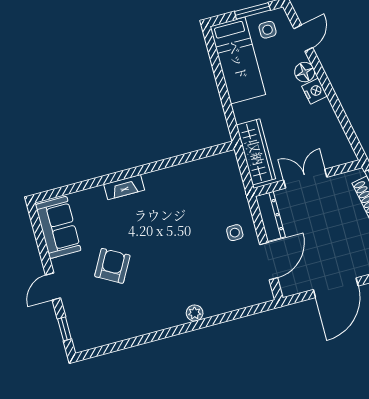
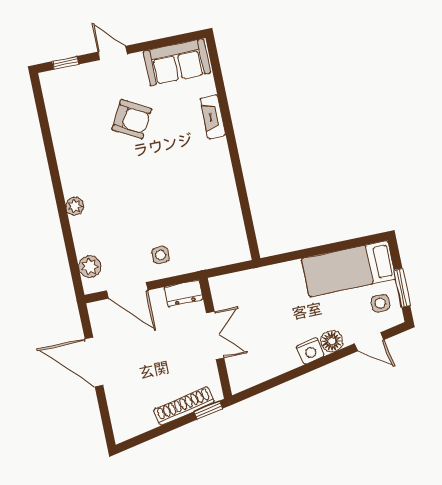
wardrobe: (256, 152) -> (247, 283), removed
fireplace: (124, 187) -> (213, 117), moved
dresser: (270, 216) -> (184, 293), width x0.70
plant: (249, 297) -> (90, 267), added

